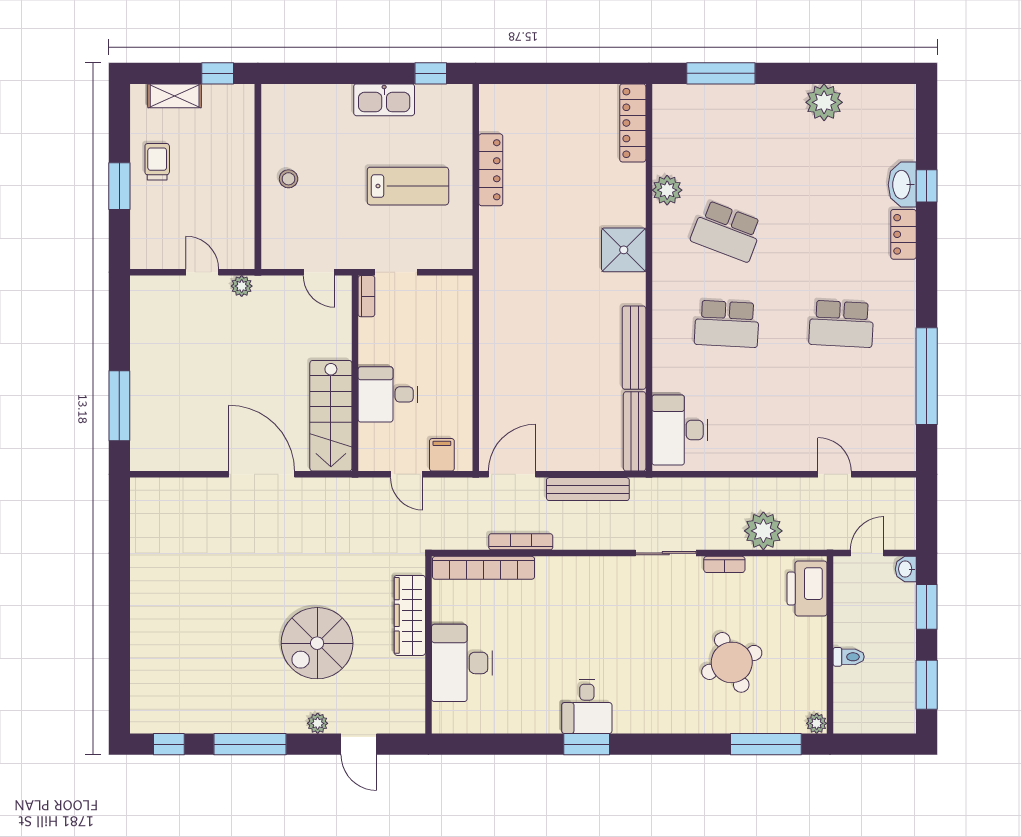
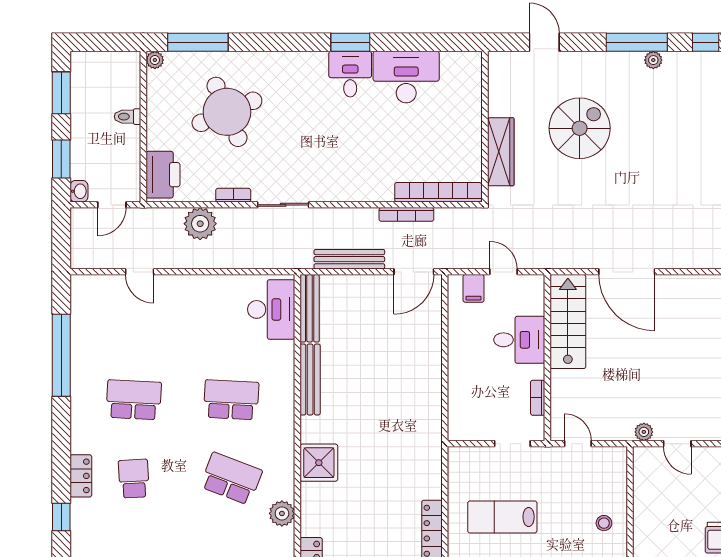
washbasin: (902, 185) -> (82, 518), removed
school desk: (841, 231) -> (134, 479), added
bookcase: (366, 296) -> (538, 398), moved
round table: (732, 662) -> (227, 112), width x1.36, depth x1.36
desk: (462, 663) -> (406, 77), moved, turned -90
plant: (318, 723) -> (653, 60), moved

